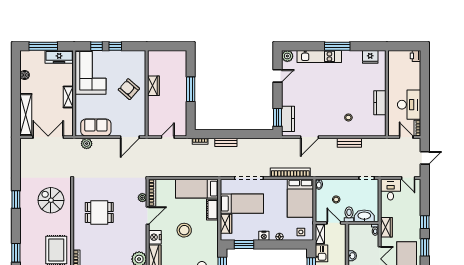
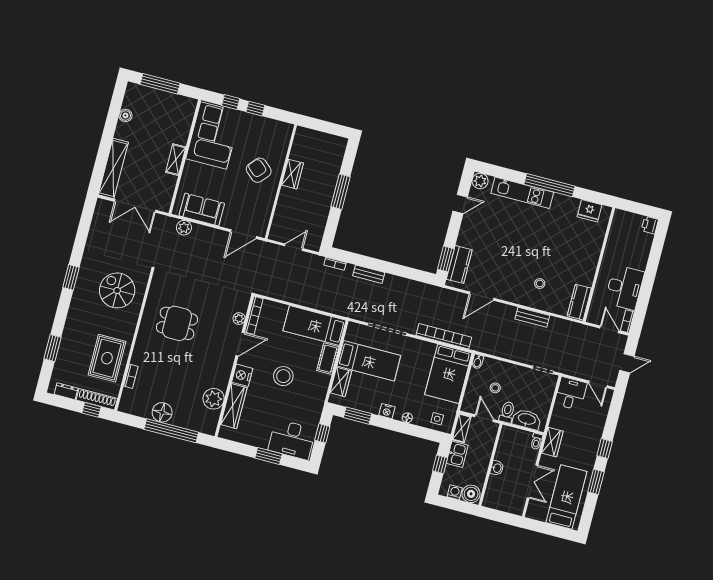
window: (337, 46) -> (550, 185), width x1.46
freezer: (59, 57) -> (177, 103), removed
kitchen counter: (380, 103) -> (579, 302), moved
double door: (48, 137) -> (135, 206), swing flipped

